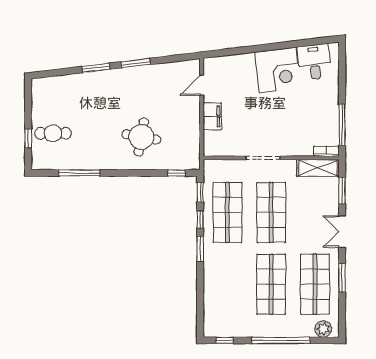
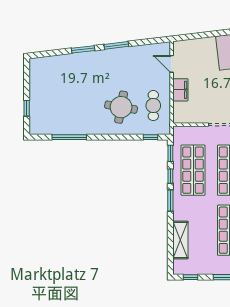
door: (202, 85) -> (172, 64), hinge flipped
cafe table: (53, 133) -> (153, 106), moved, turned 90
shelving: (212, 296) -> (180, 240), added

